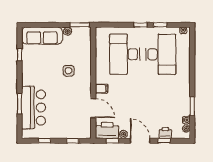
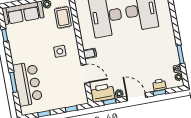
rug: (81, 47) -> (63, 17), added
side table: (69, 71) -> (60, 51), moved

